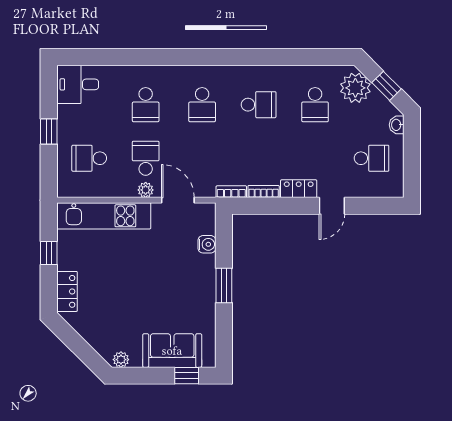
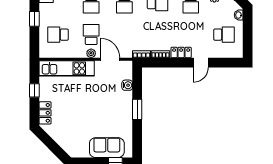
plant: (121, 360) -> (77, 153), removed

